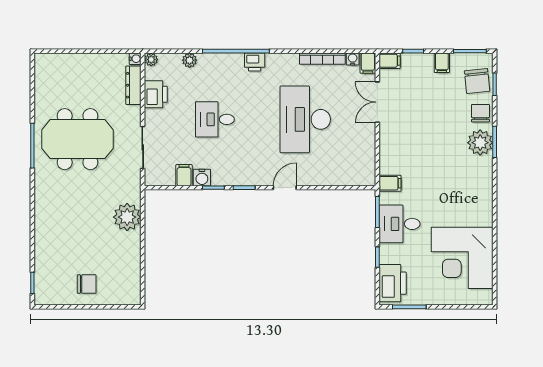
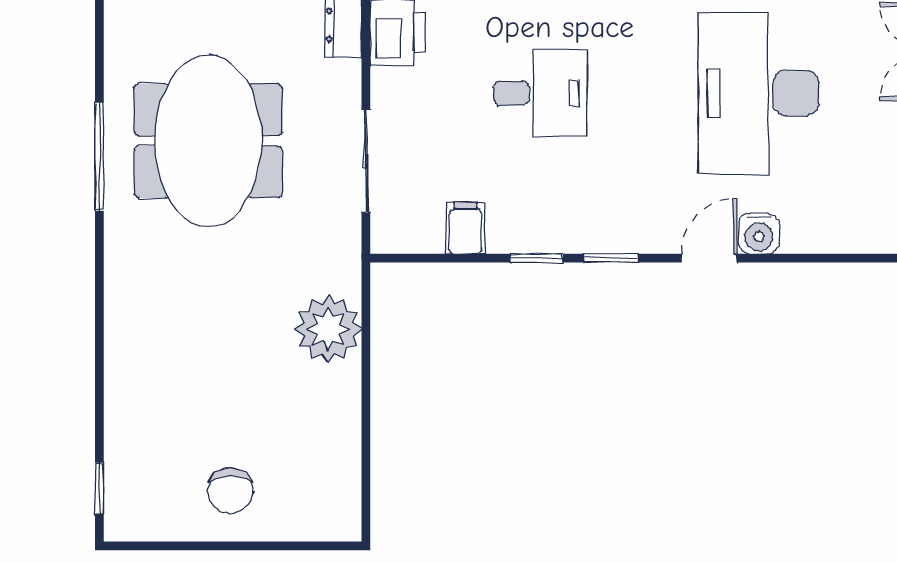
desk: (215, 119) -> (540, 93), turned 180
meeting table: (78, 139) -> (208, 141), turned 90
water cooler: (202, 177) -> (759, 234), moved
chair: (87, 284) -> (230, 491), turned 90

